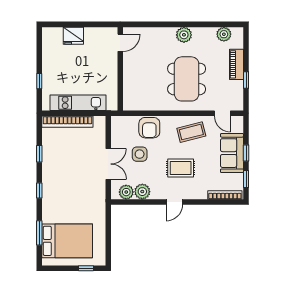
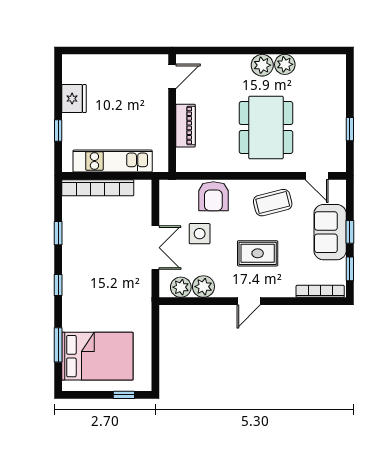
plant: (224, 34) -> (285, 64), moved
fridge: (73, 36) -> (74, 99), moved, turned -90
piano: (237, 64) -> (186, 126), moved, turned 180

